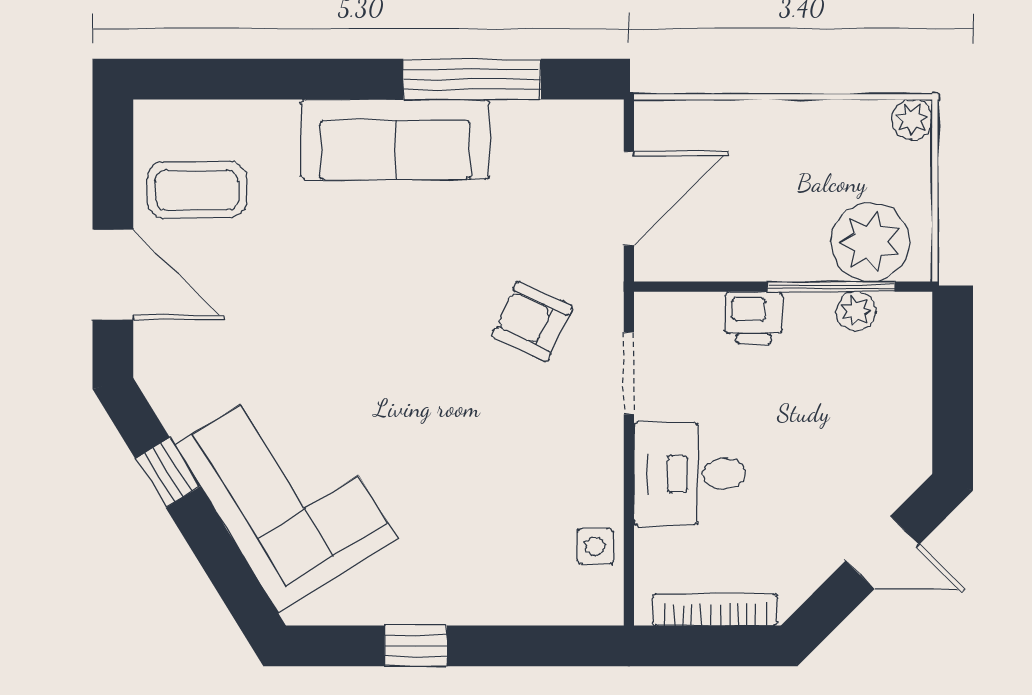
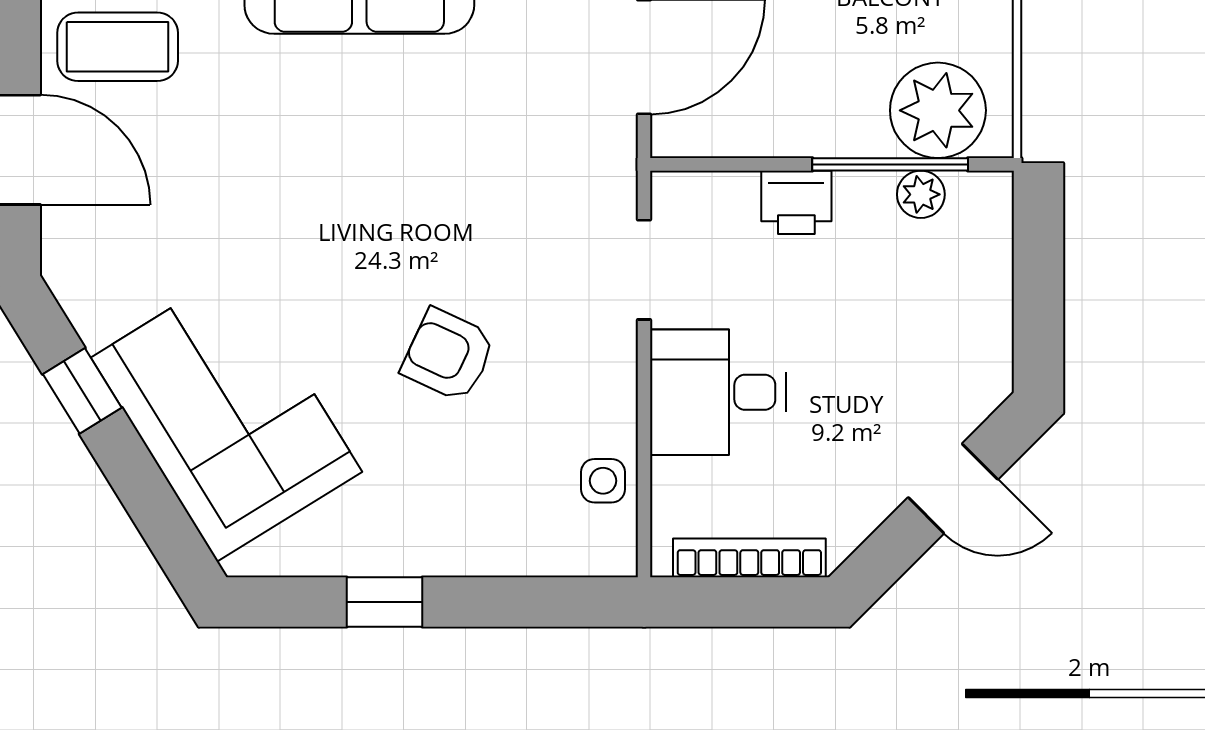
armchair: (532, 321) -> (448, 355), moved

